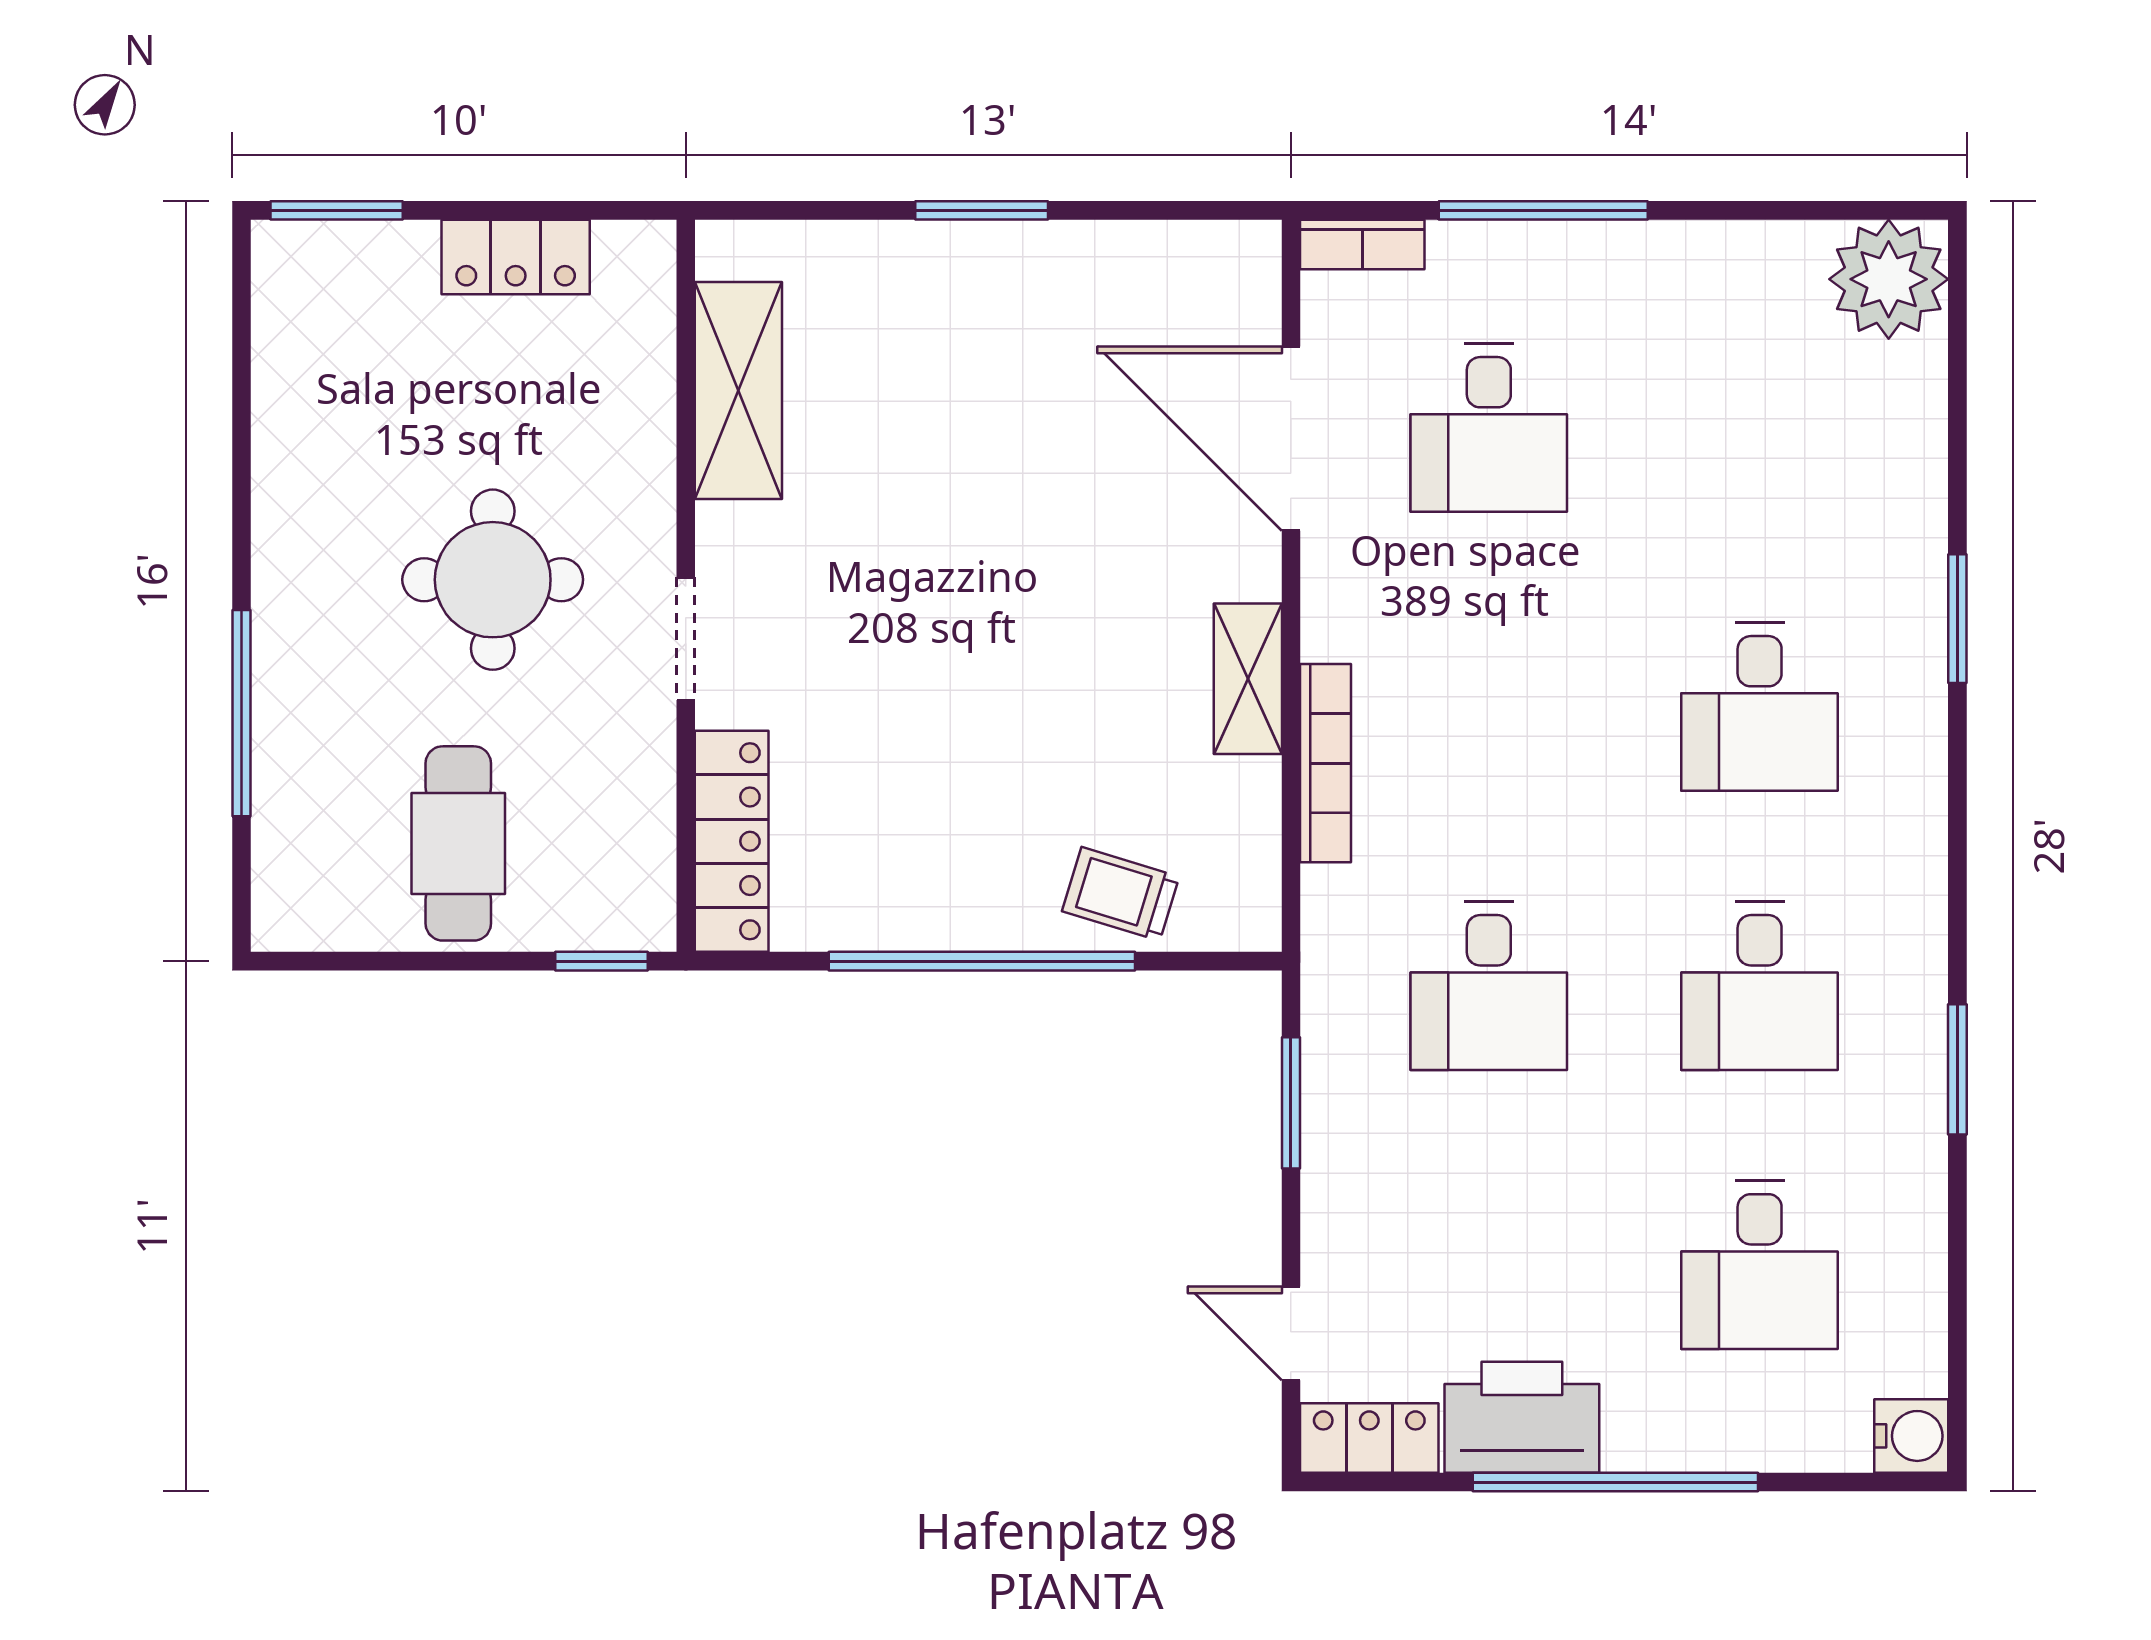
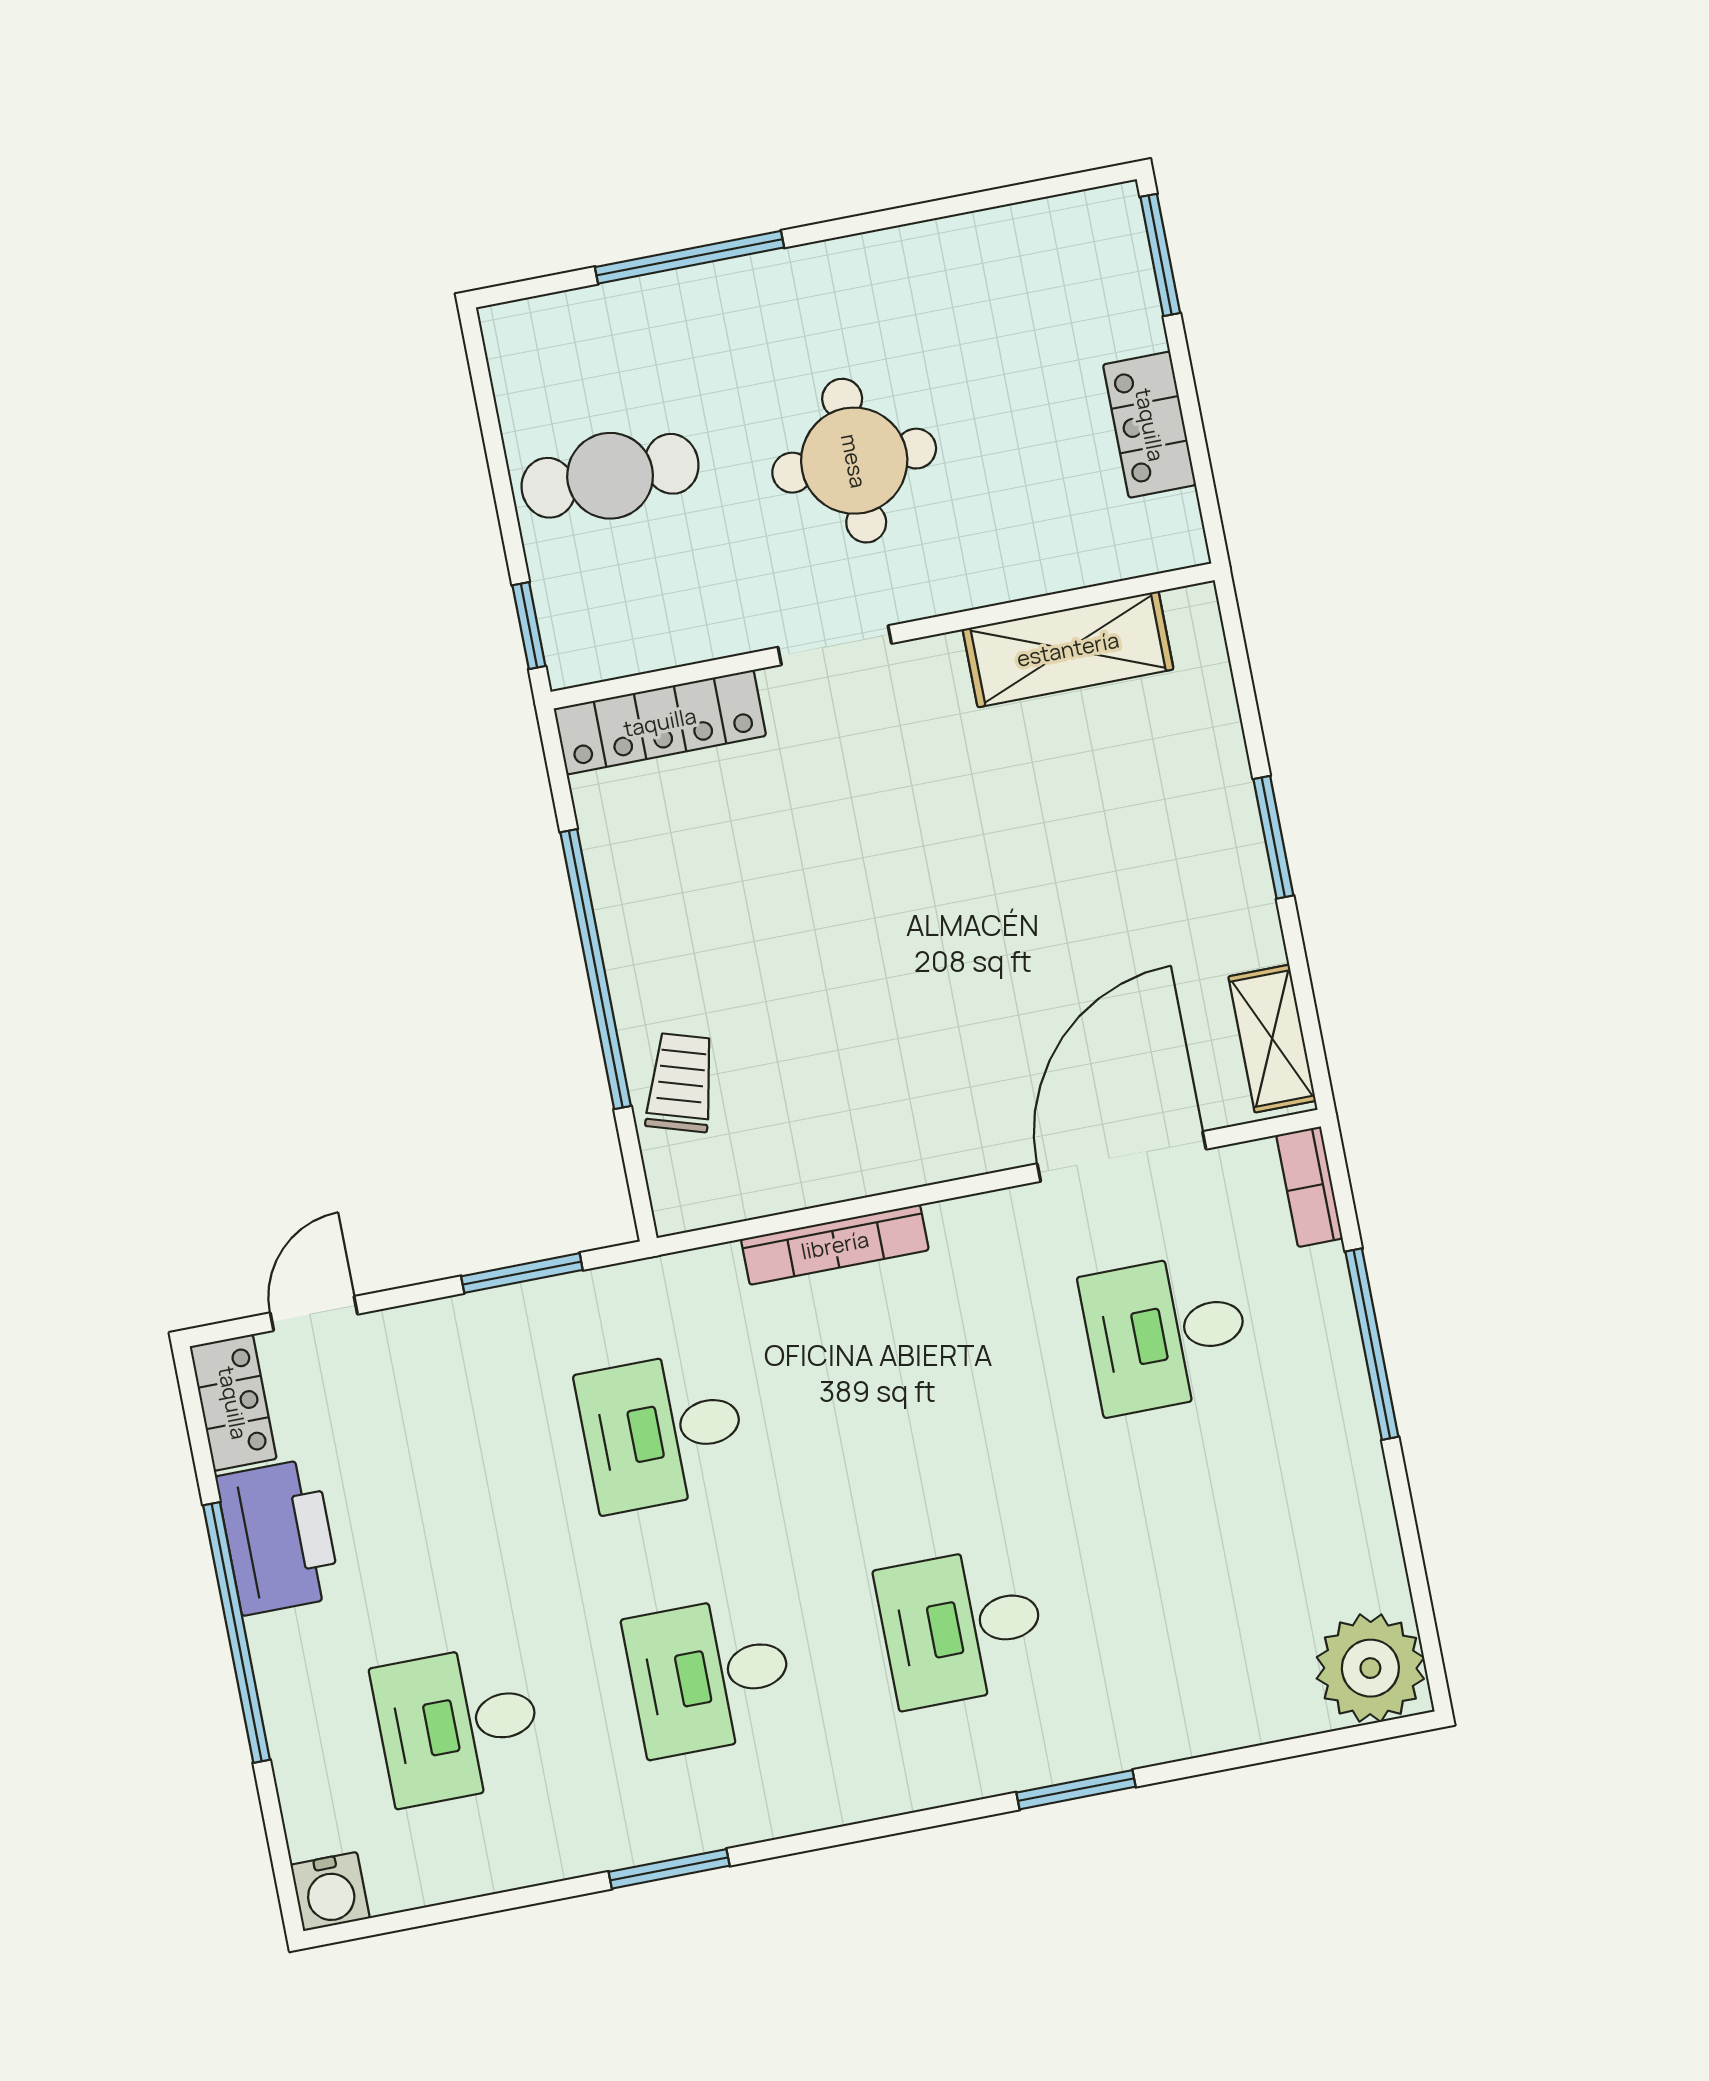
shelving: (1248, 679) -> (1272, 1039), moved, turned 90

